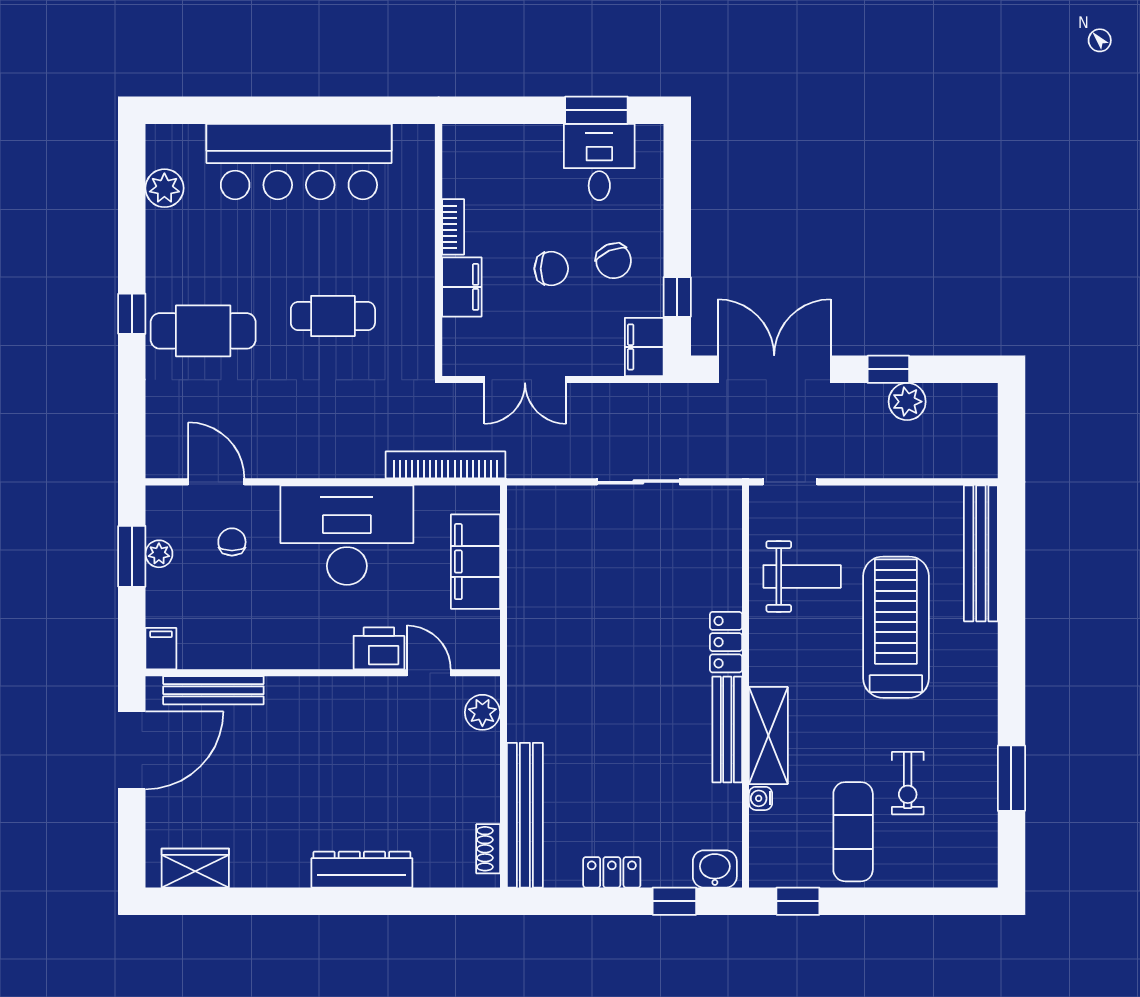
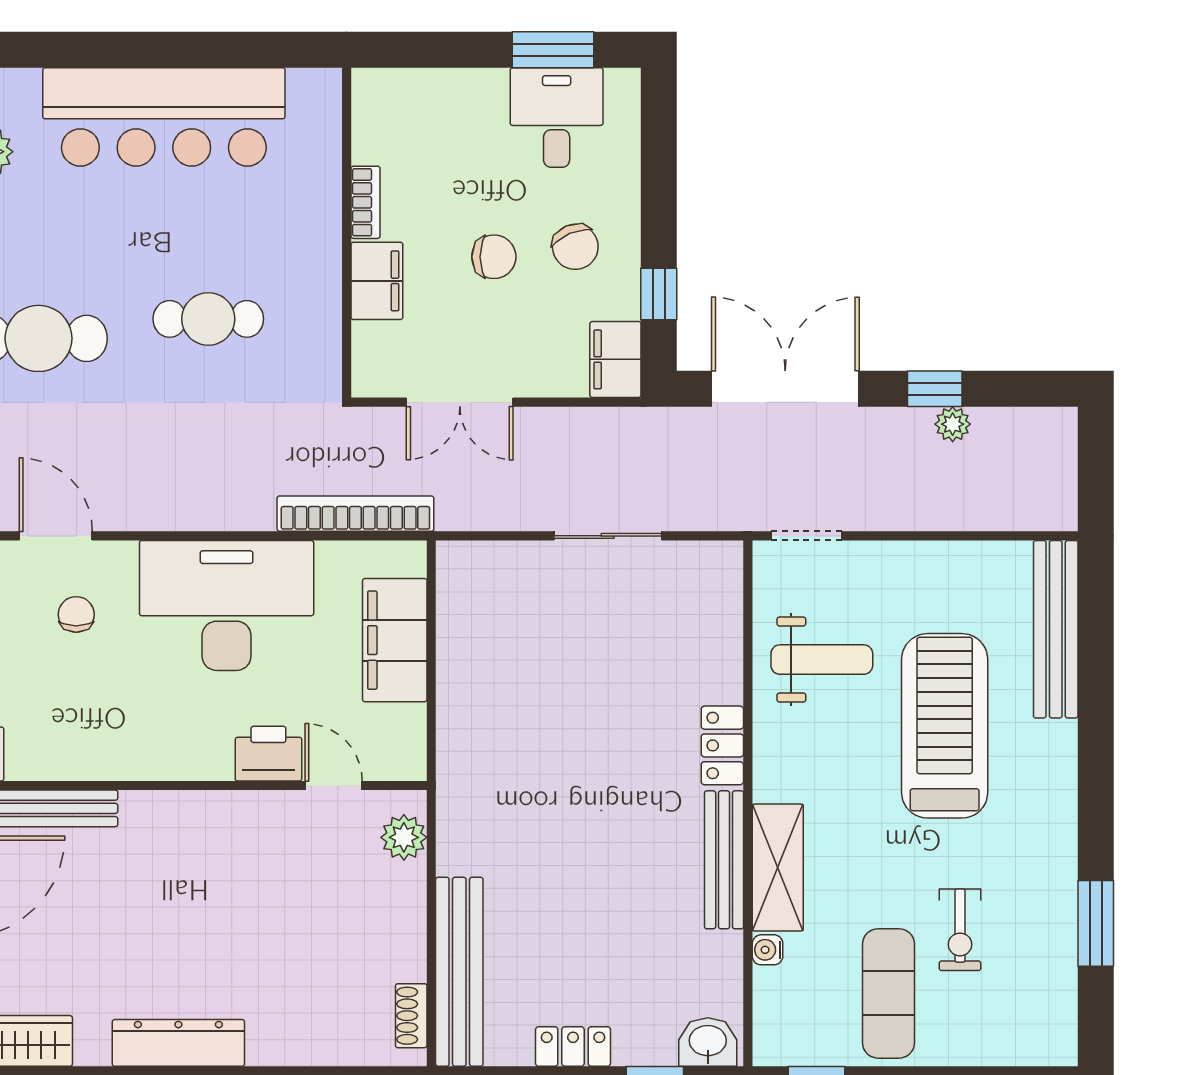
plant: (907, 402) -> (953, 424), width x0.73, depth x0.73
dresser: (362, 870) -> (178, 1043), moved

